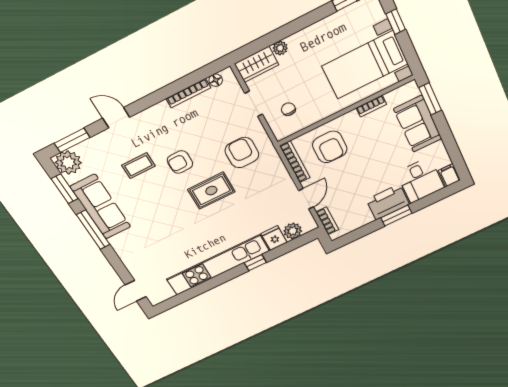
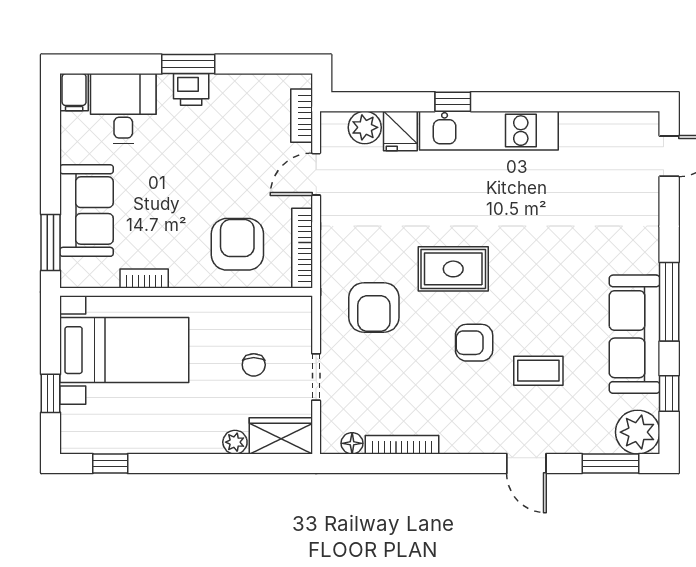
chair: (288, 109) -> (254, 365), moved
armchair: (180, 162) -> (474, 343), turned 180
window: (65, 189) -> (669, 393), width x0.67
printer: (388, 202) -> (191, 89), width x0.53, depth x0.68
kitchen unit: (218, 265) -> (489, 131), width x0.73

